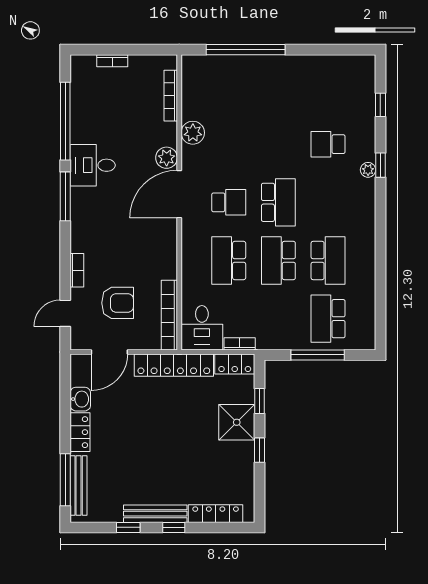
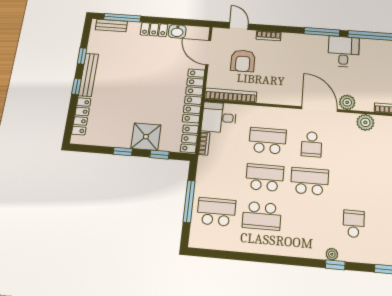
school desk: (278, 202) -> (310, 181), turned 180
bench: (79, 486) -> (111, 26), width x0.73

